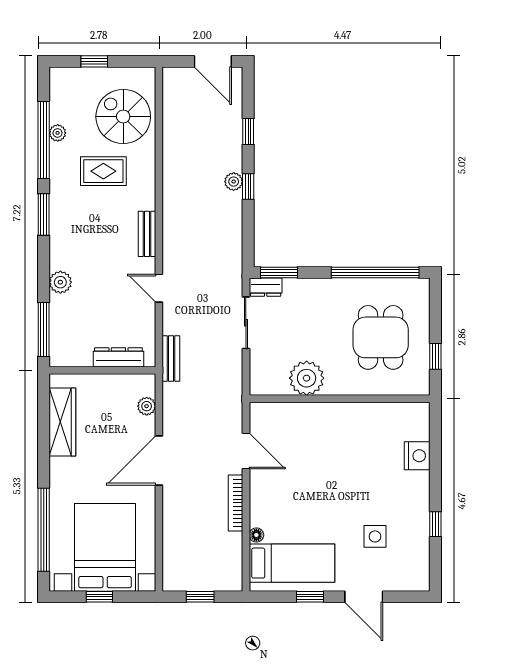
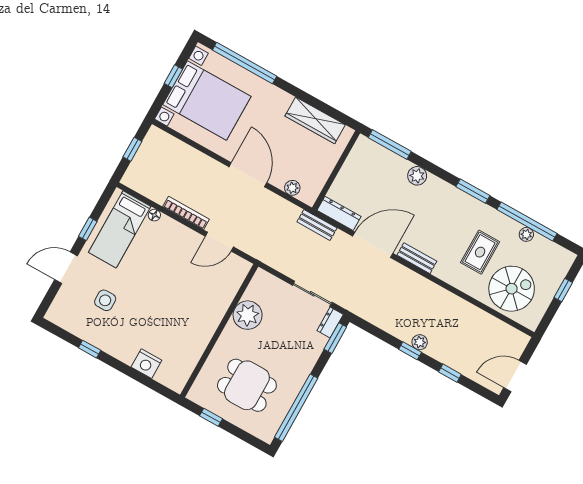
door: (159, 288) -> (373, 245), width x1.88
dresser: (118, 357) -> (339, 213), moved, turned -90

